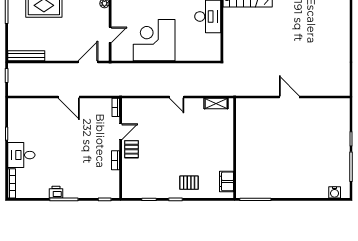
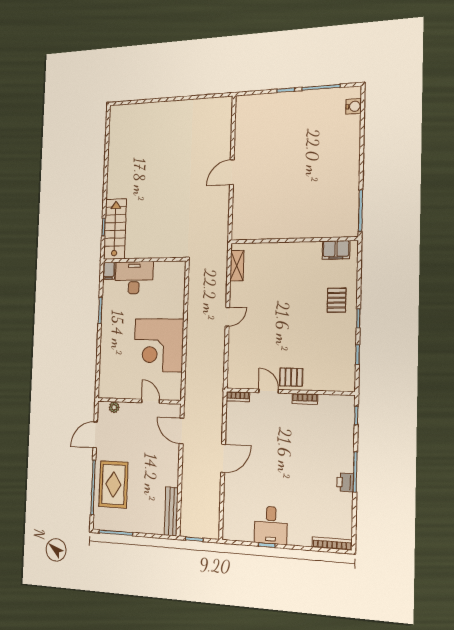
desk: (21, 155) -> (271, 525), moved

